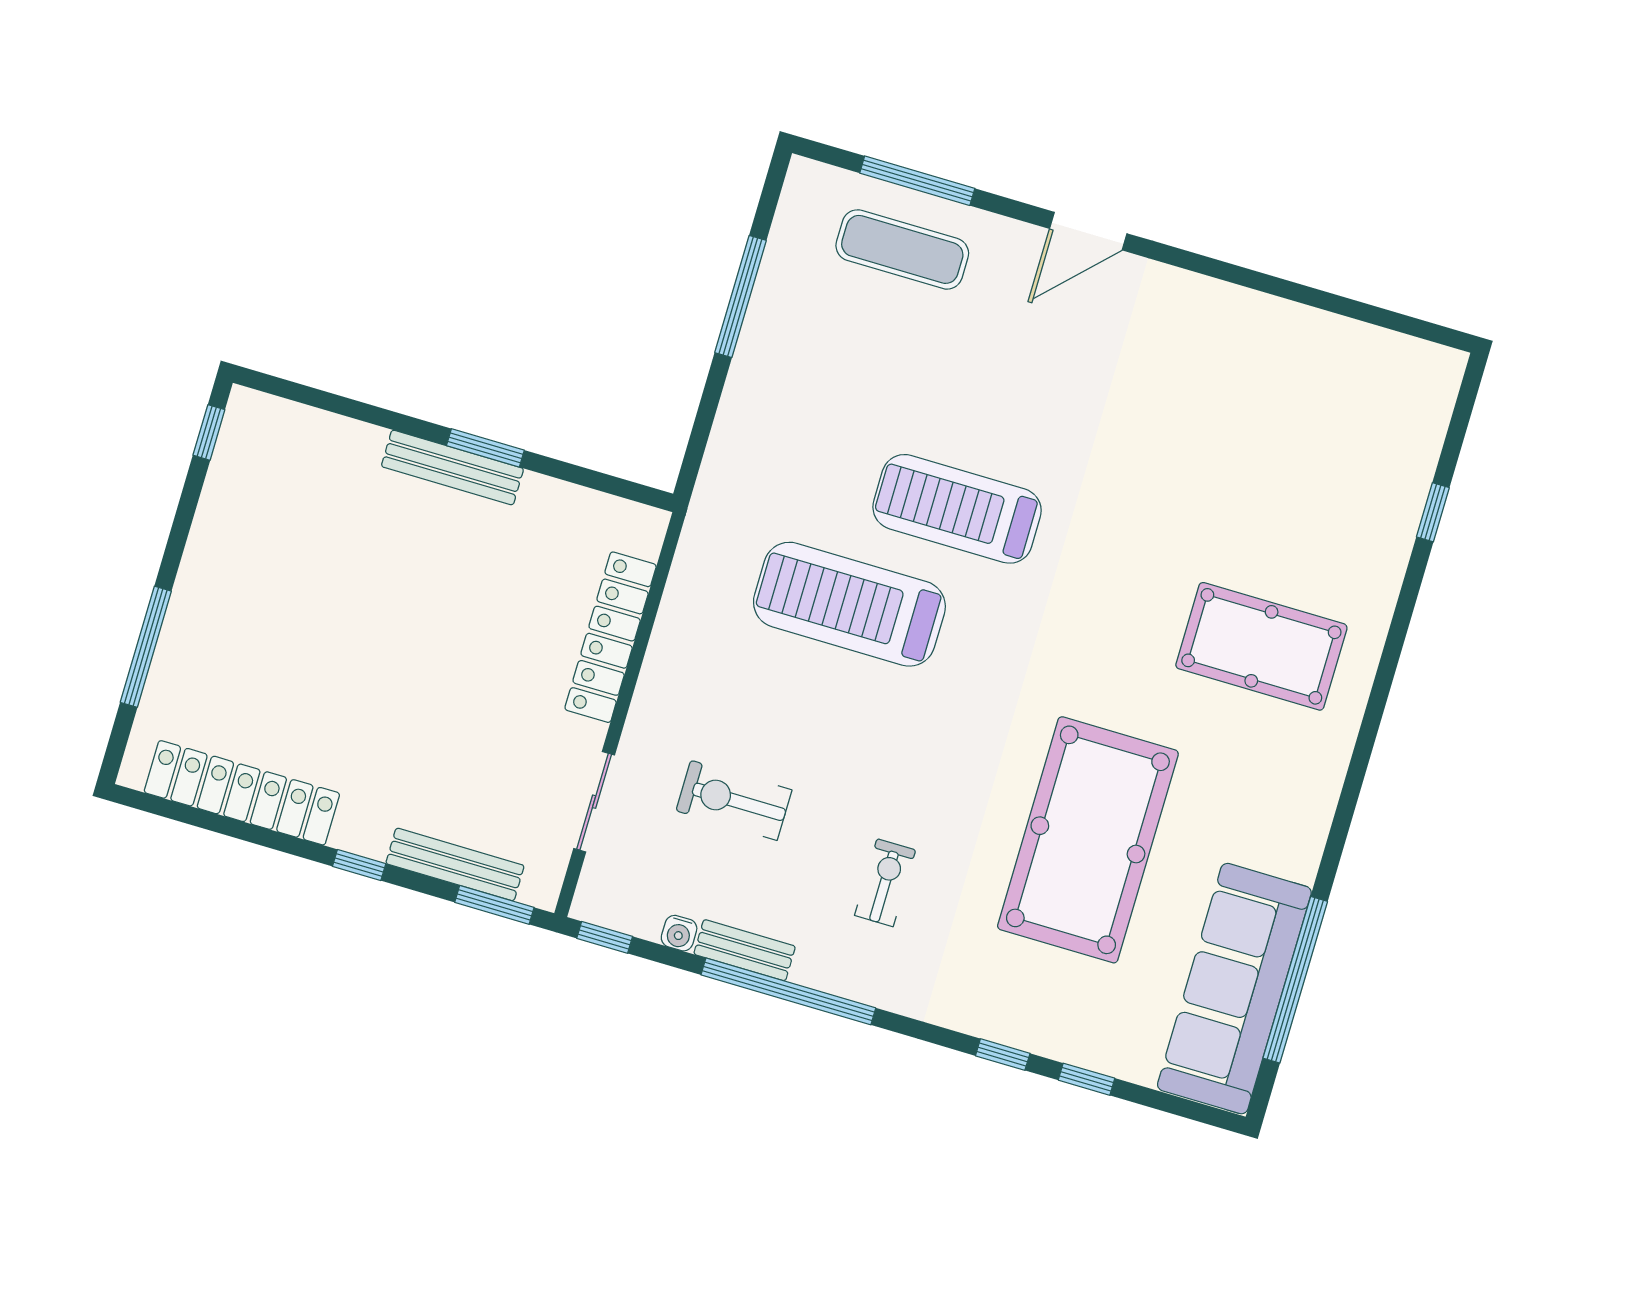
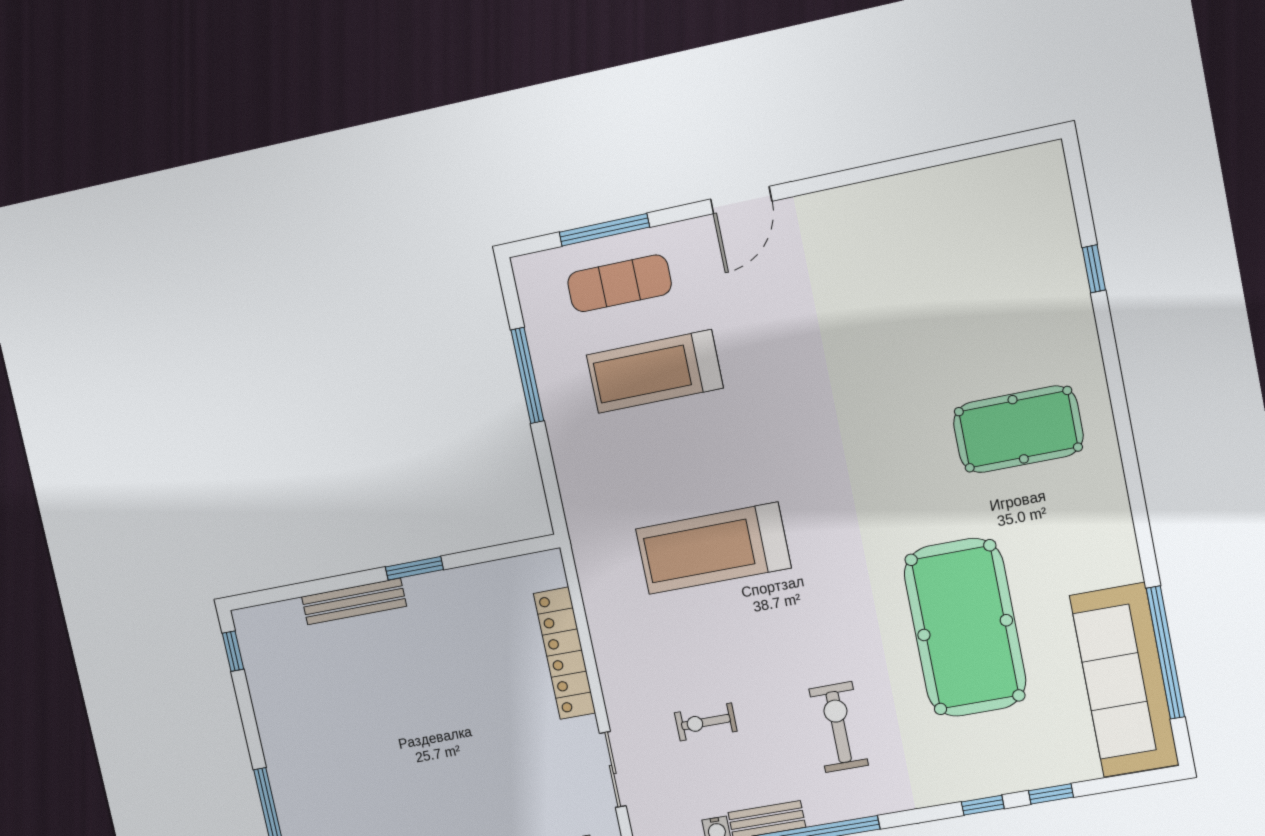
bench: (452, 467) -> (354, 602), moved
treadmill: (957, 509) -> (655, 371), moved
exercise bike: (734, 800) -> (706, 722), width x0.73, depth x0.72
exercise bike: (885, 883) -> (839, 727), width x1.38, depth x1.39

